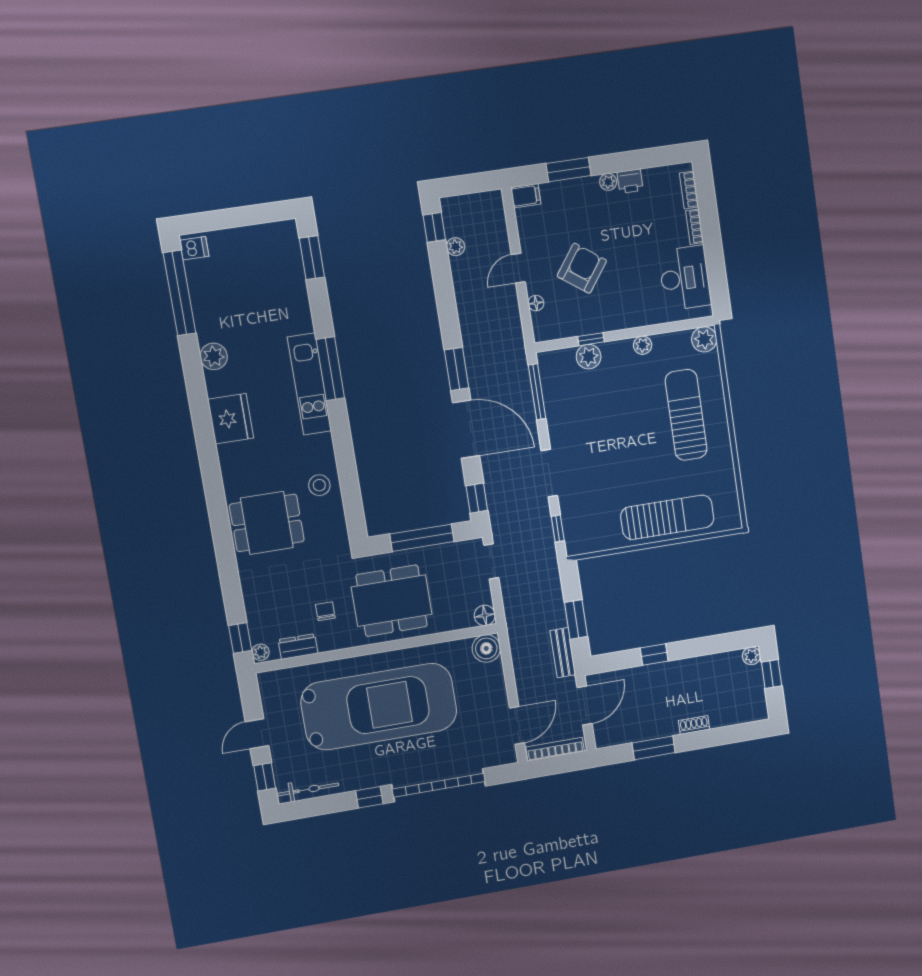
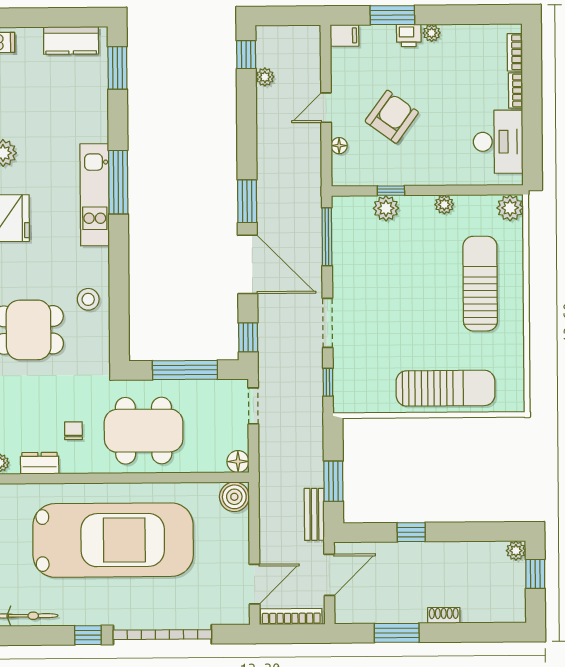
printer: (630, 181) -> (409, 35), moved
kitchen counter: (262, 237) -> (71, 40), added

